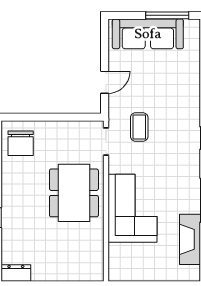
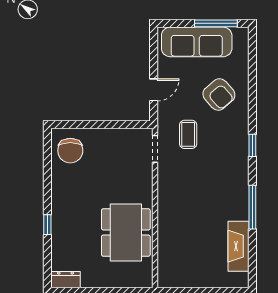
armchair: (170, 87) -> (219, 95), added
dining table: (74, 193) -> (126, 233), moved
corner sofa: (132, 208) -> (181, 215), removed

